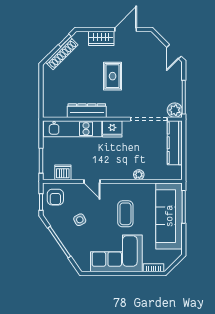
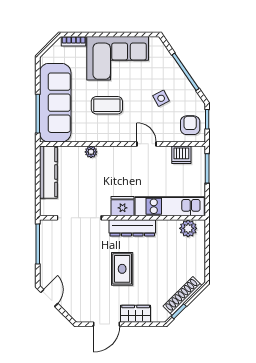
plant: (175, 110) -> (188, 228), moved
dresser: (87, 111) -> (132, 228), moved
kitchen counter: (175, 143) -> (48, 172), moved
coffee table: (125, 214) -> (107, 105), turned 90

